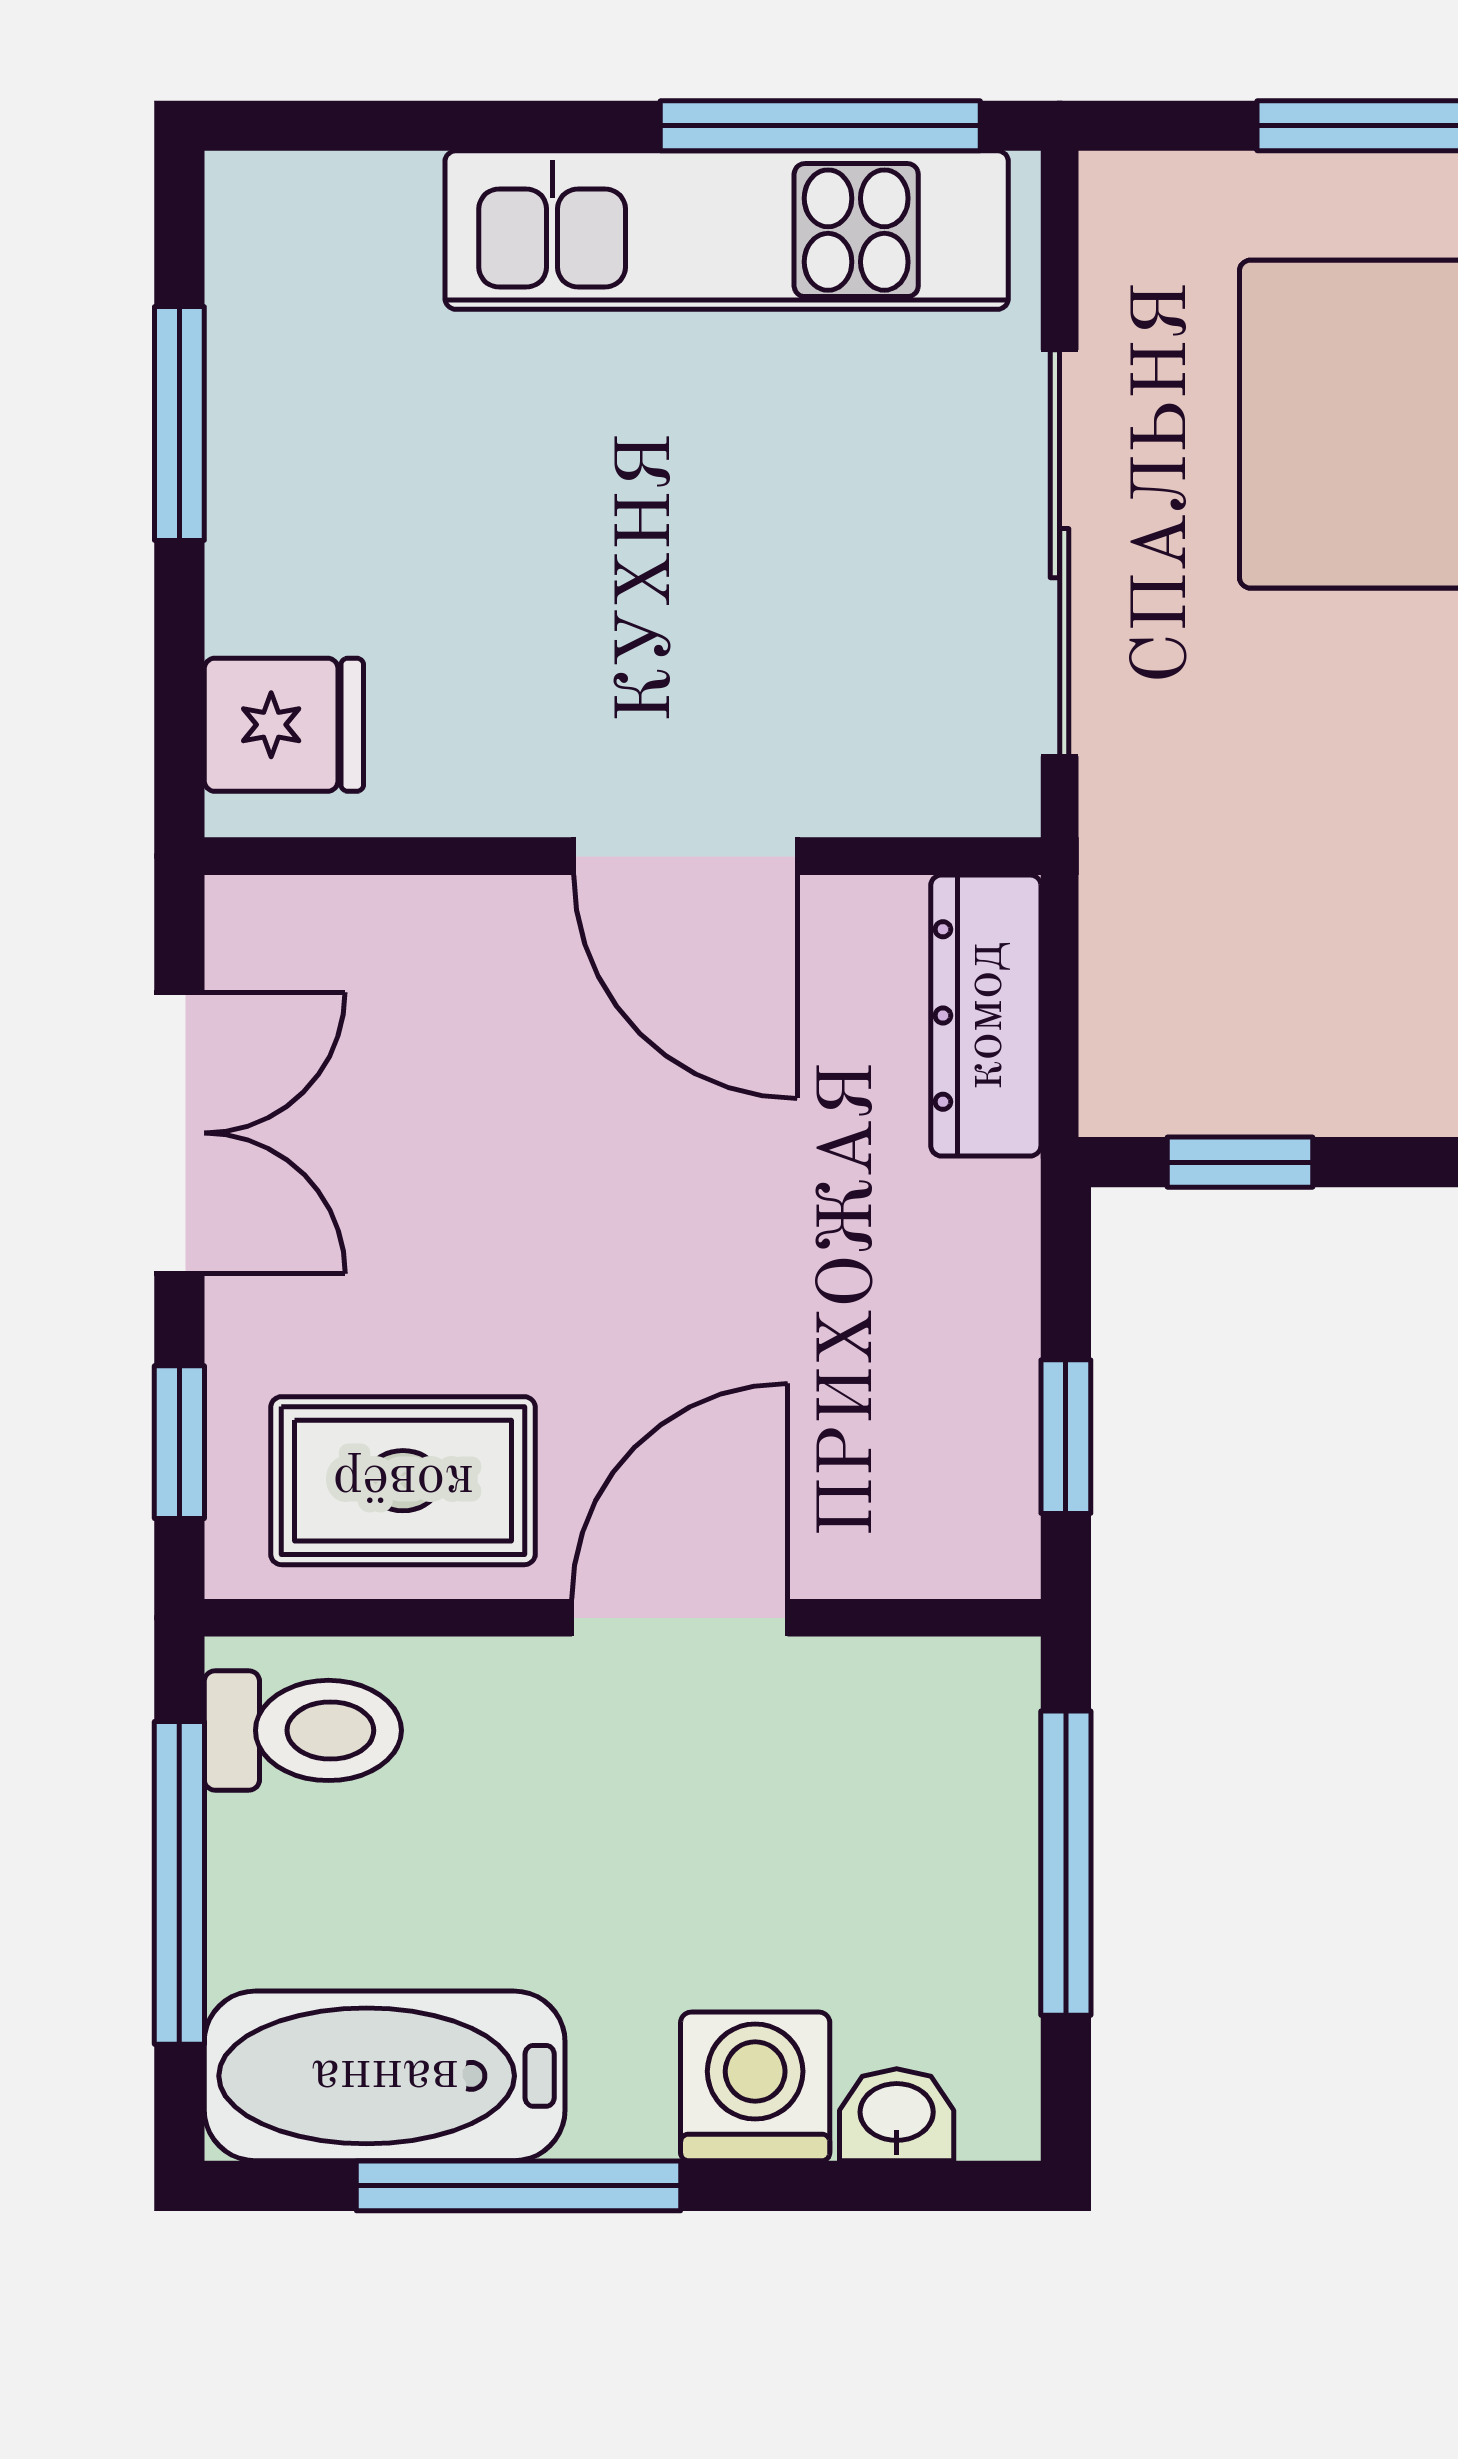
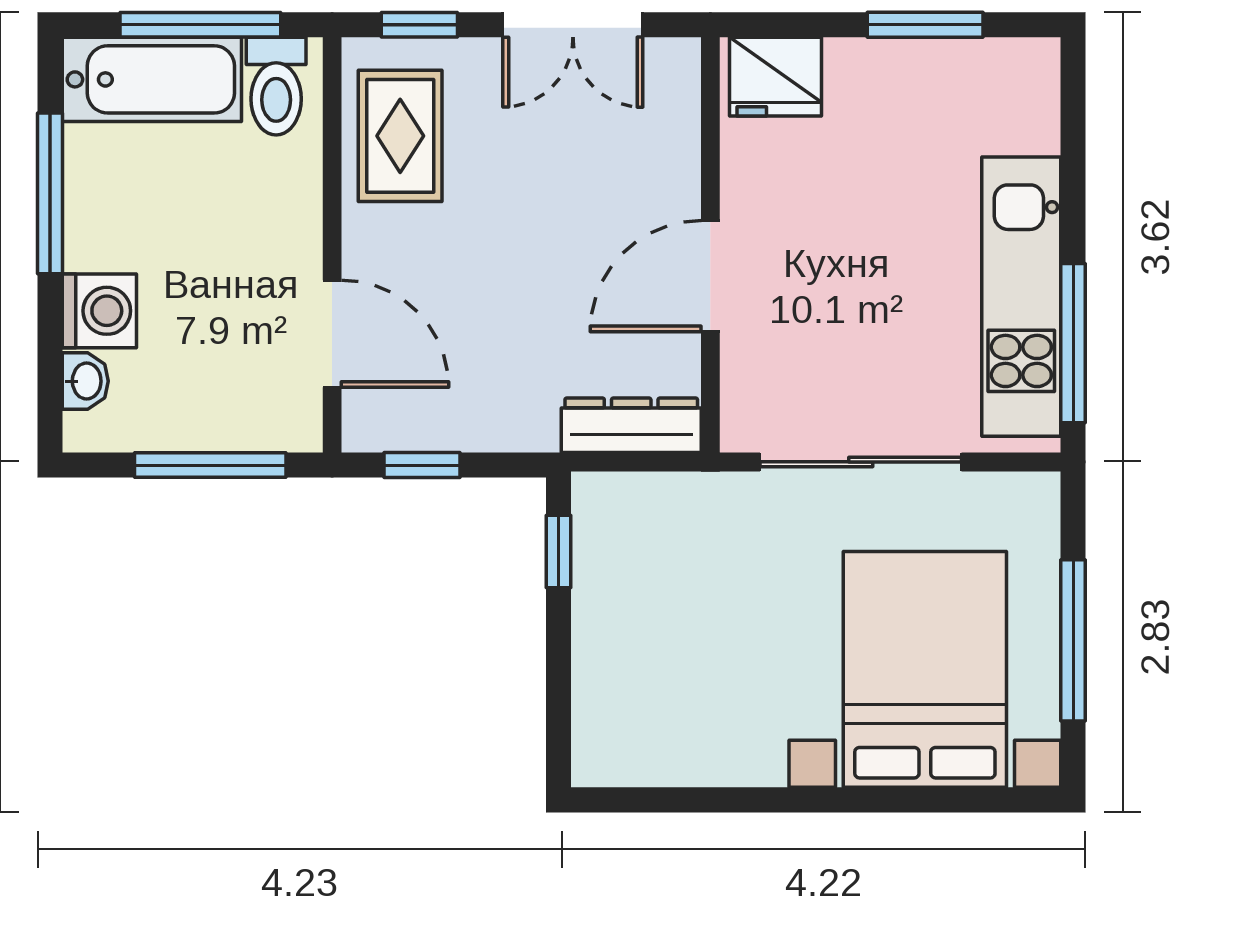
fridge: (284, 725) -> (776, 77), width x1.38
door: (680, 1618) -> (332, 334), moved
bathtub: (385, 2076) -> (152, 79), moved, turned 90

